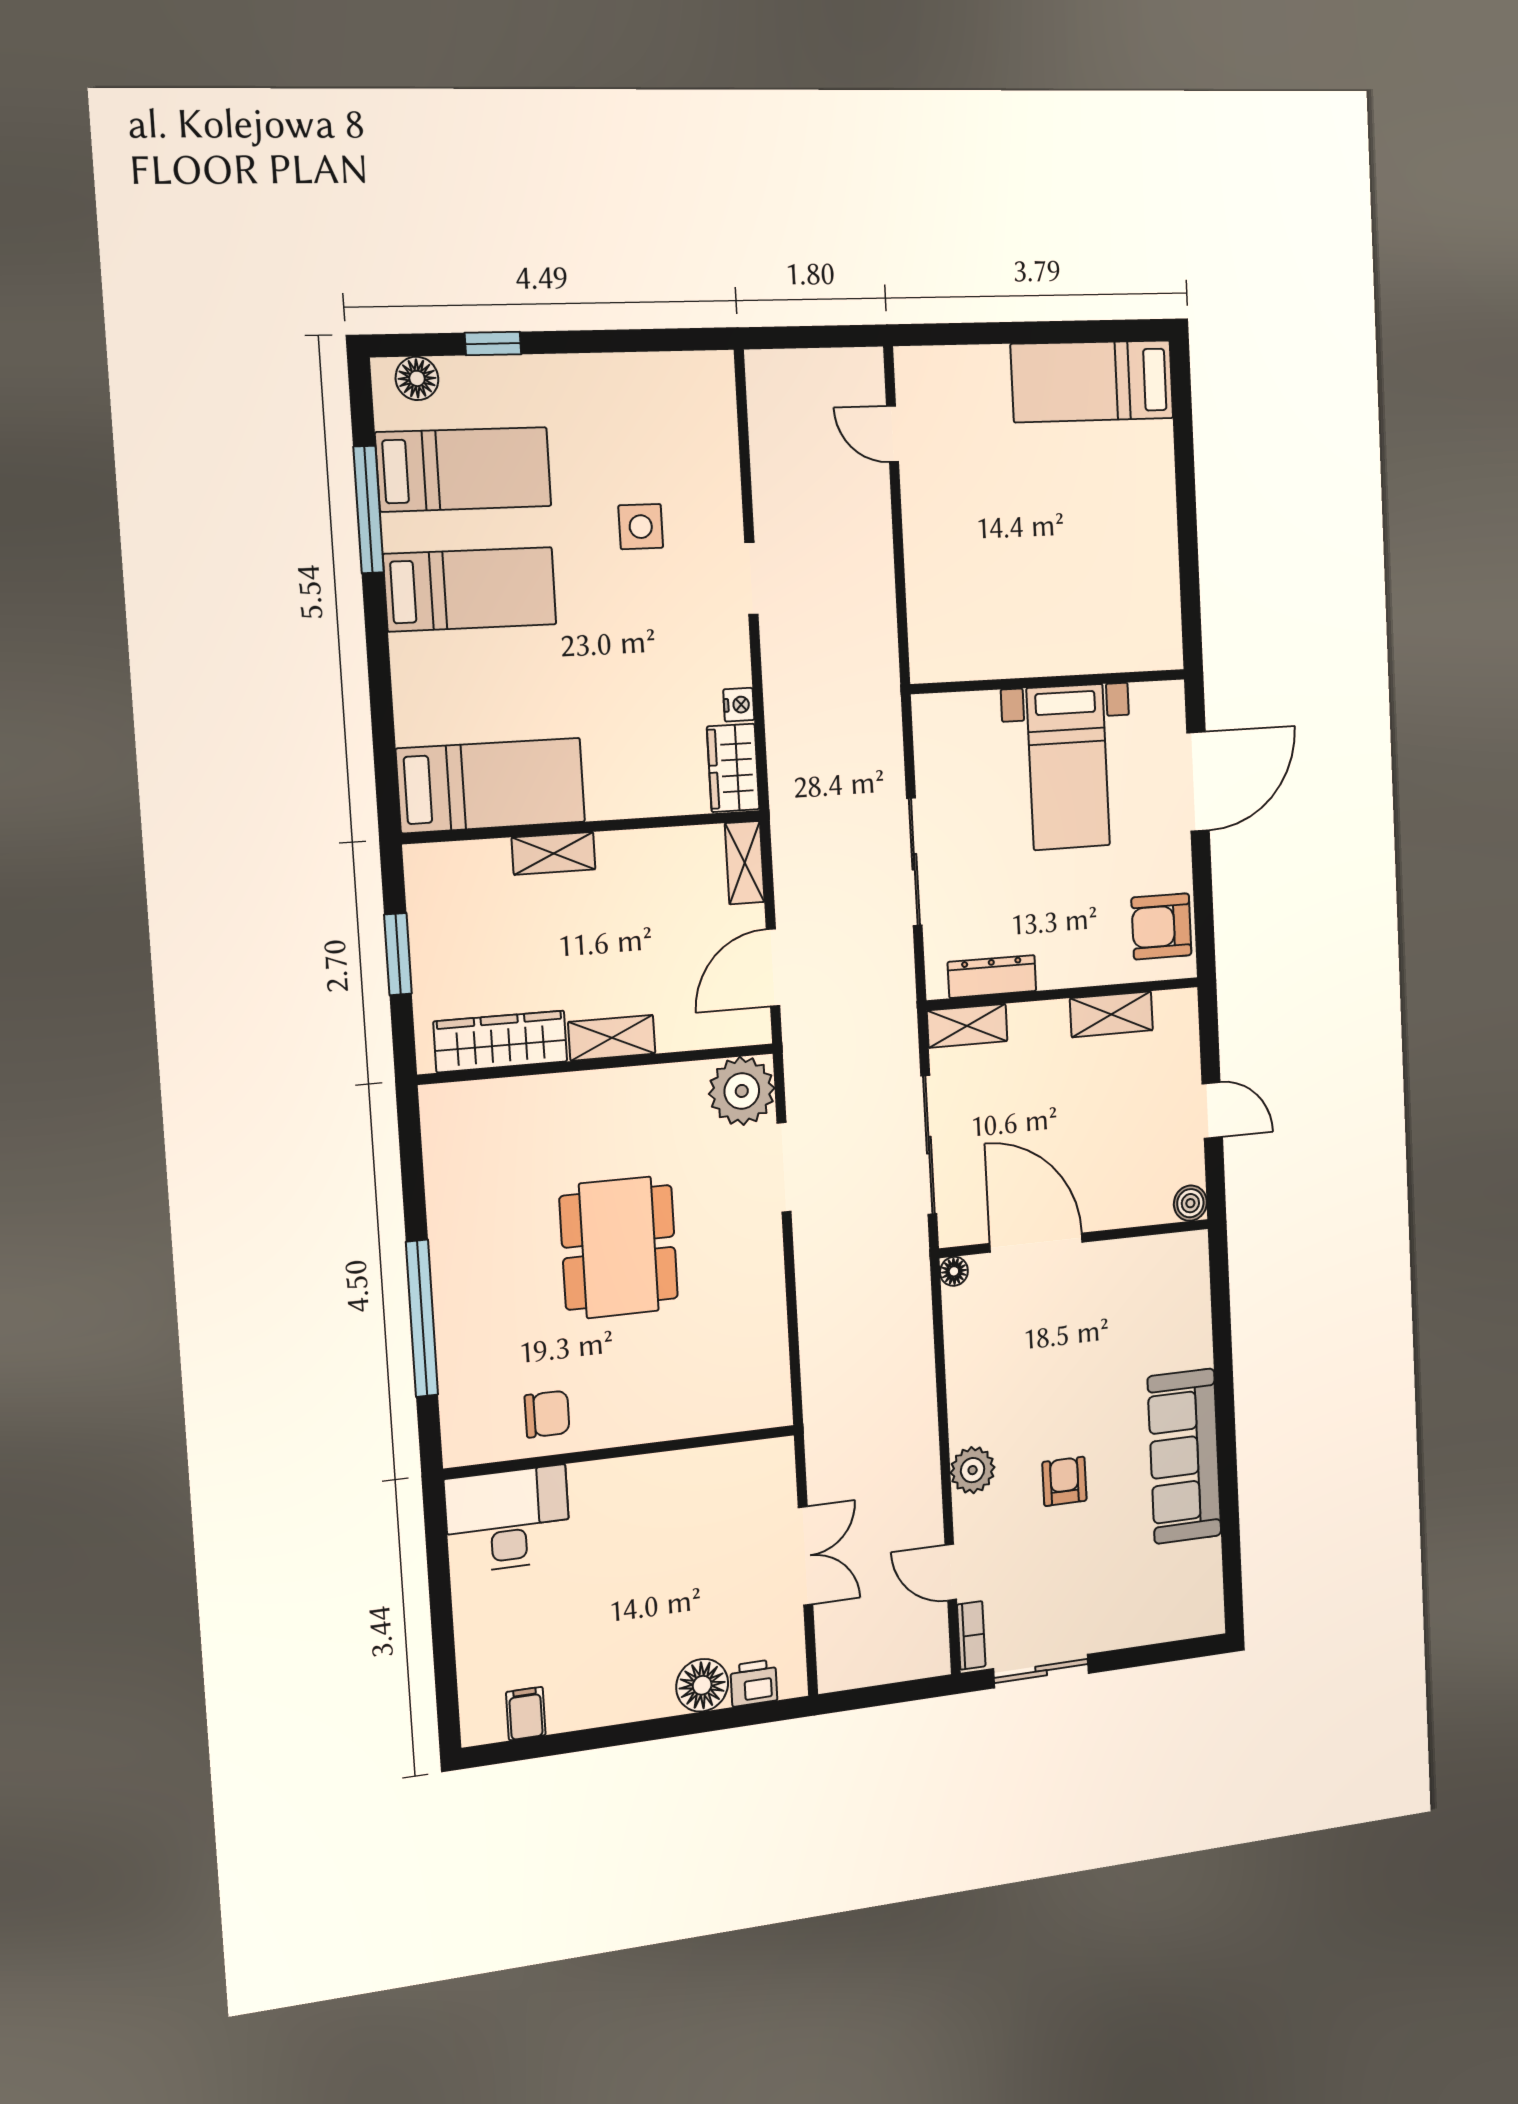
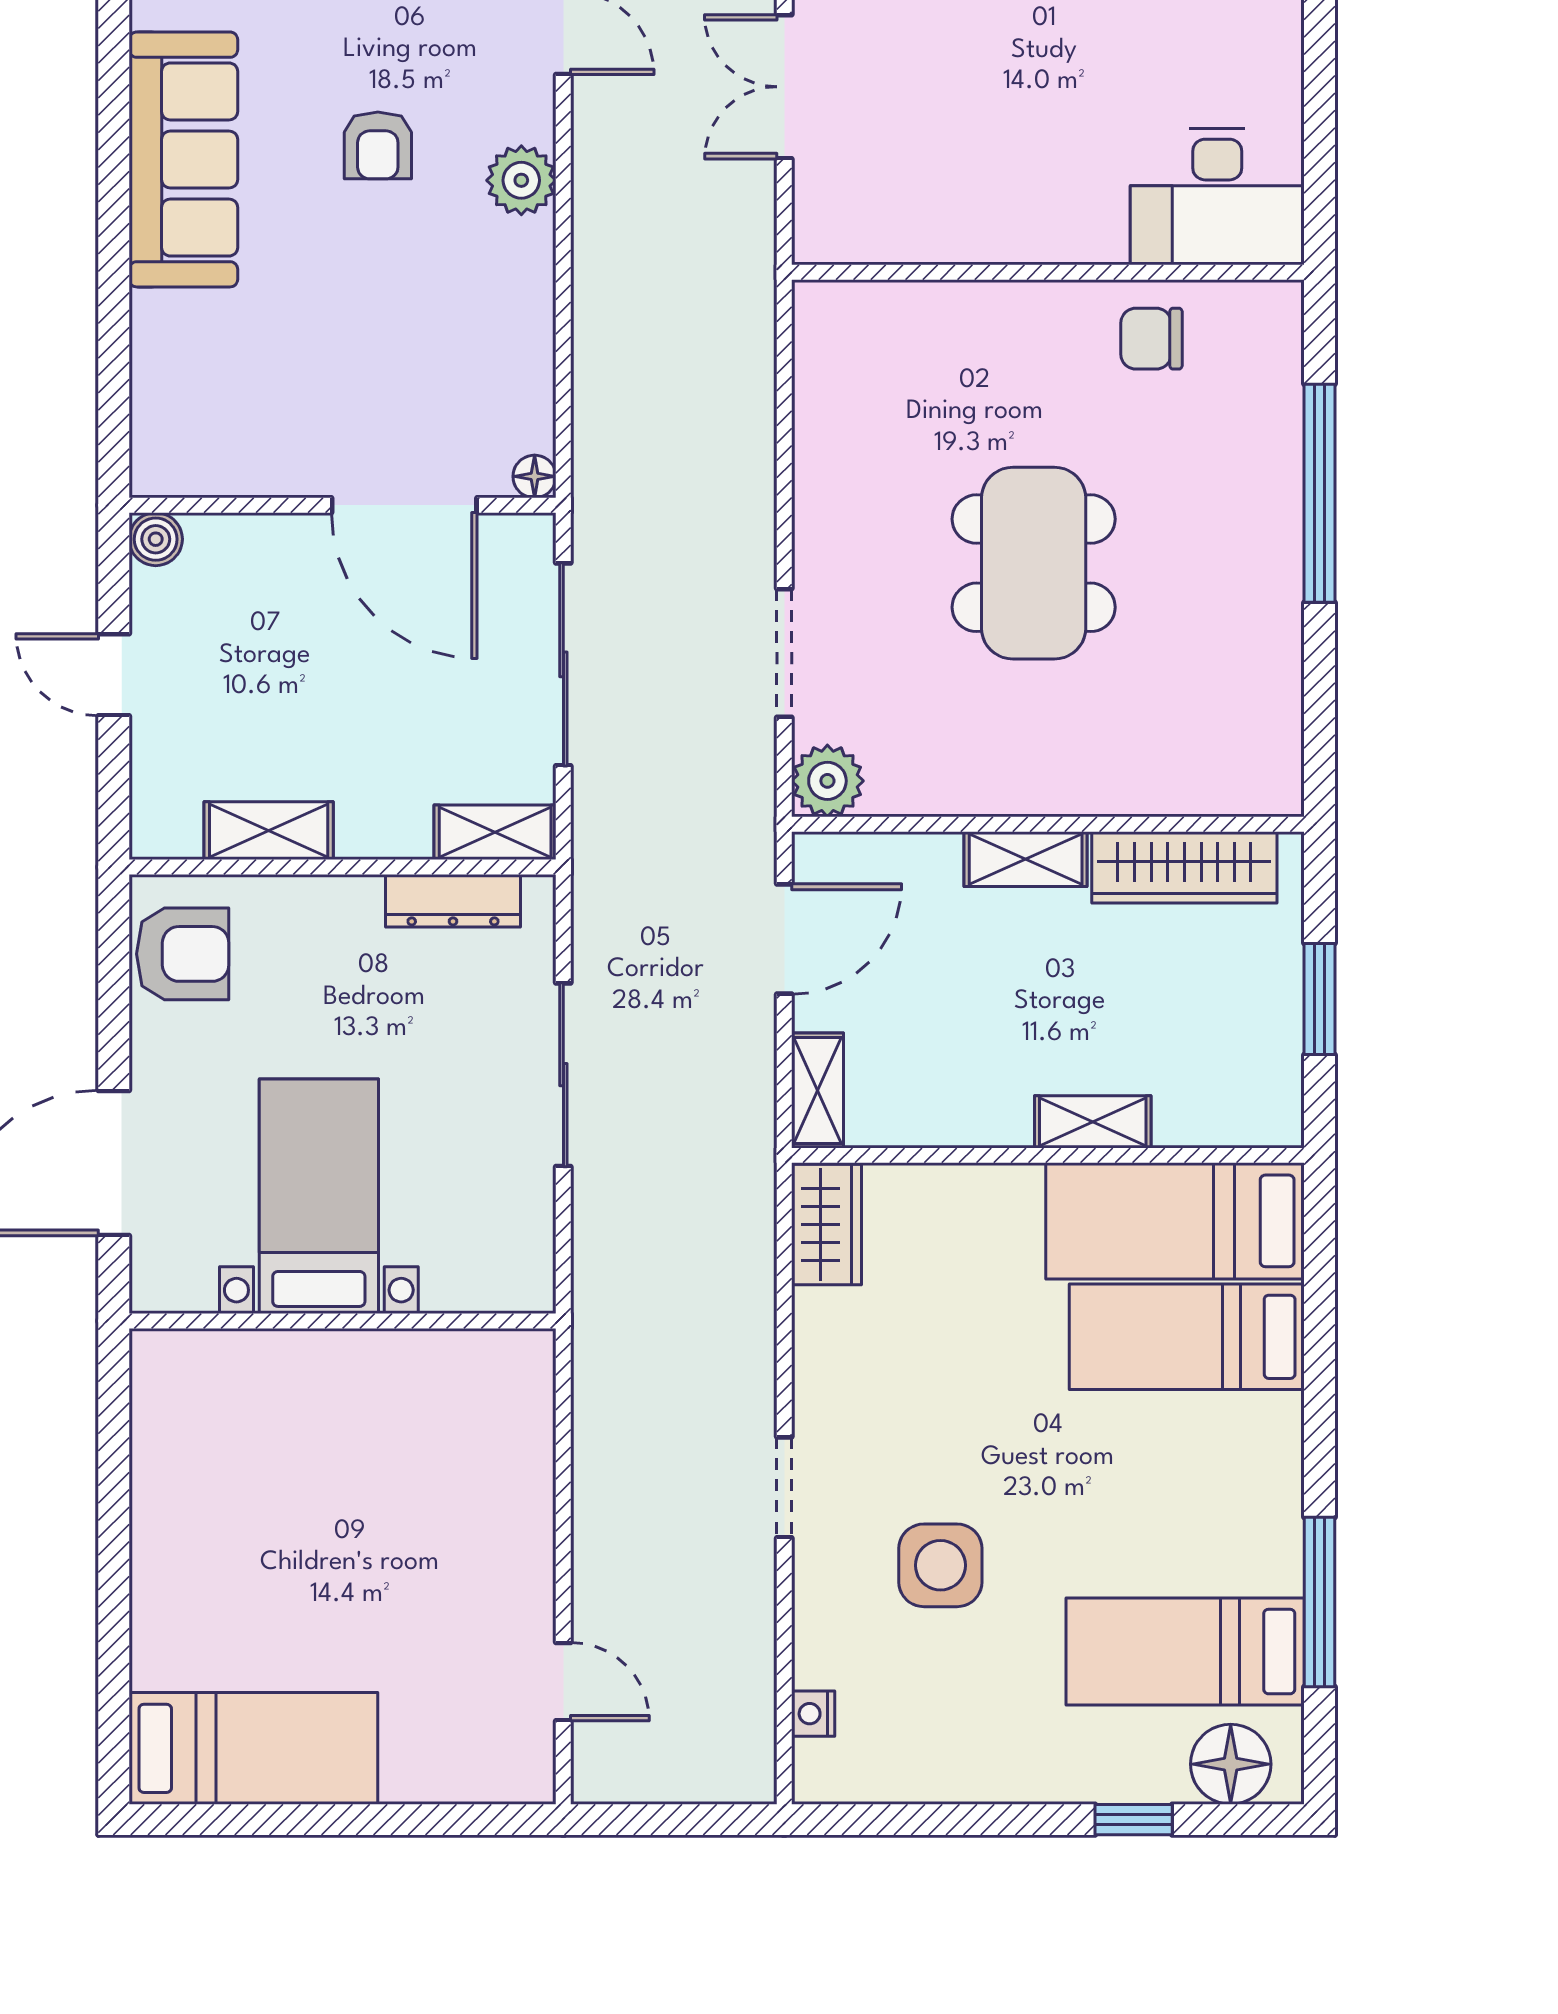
floor lamp: (417, 378) -> (1231, 1764), width x1.38, depth x1.38
side table: (641, 527) -> (940, 1565), width x1.37, depth x1.37
bed: (470, 589) -> (1187, 1337), moved
nightstand: (739, 705) -> (813, 1714), moved
plant: (742, 1091) -> (827, 781), width x0.73, depth x0.73

